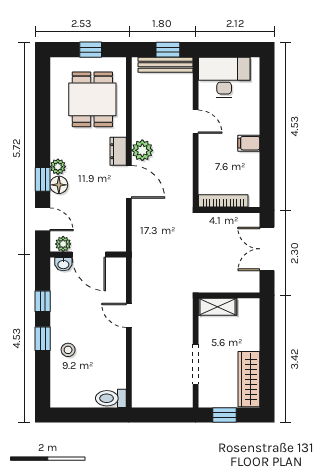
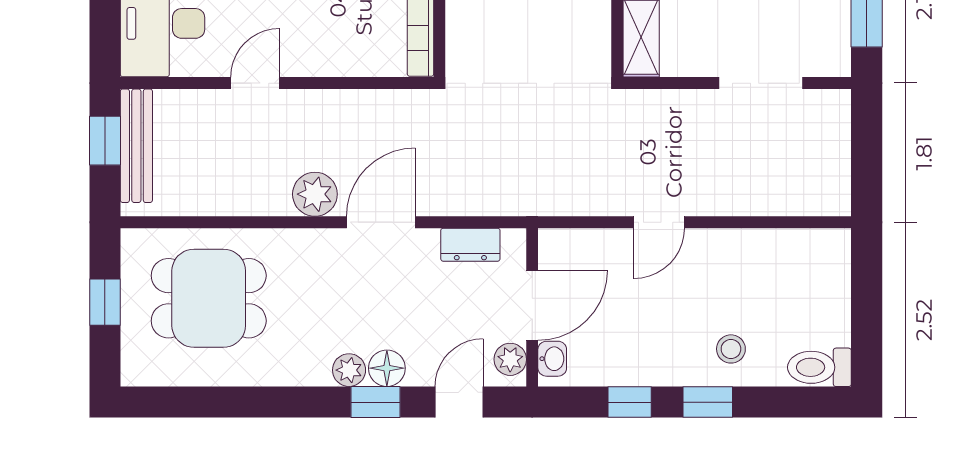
dresser: (118, 151) -> (470, 245), moved
toilet: (111, 398) -> (819, 367), moved, turned 90

